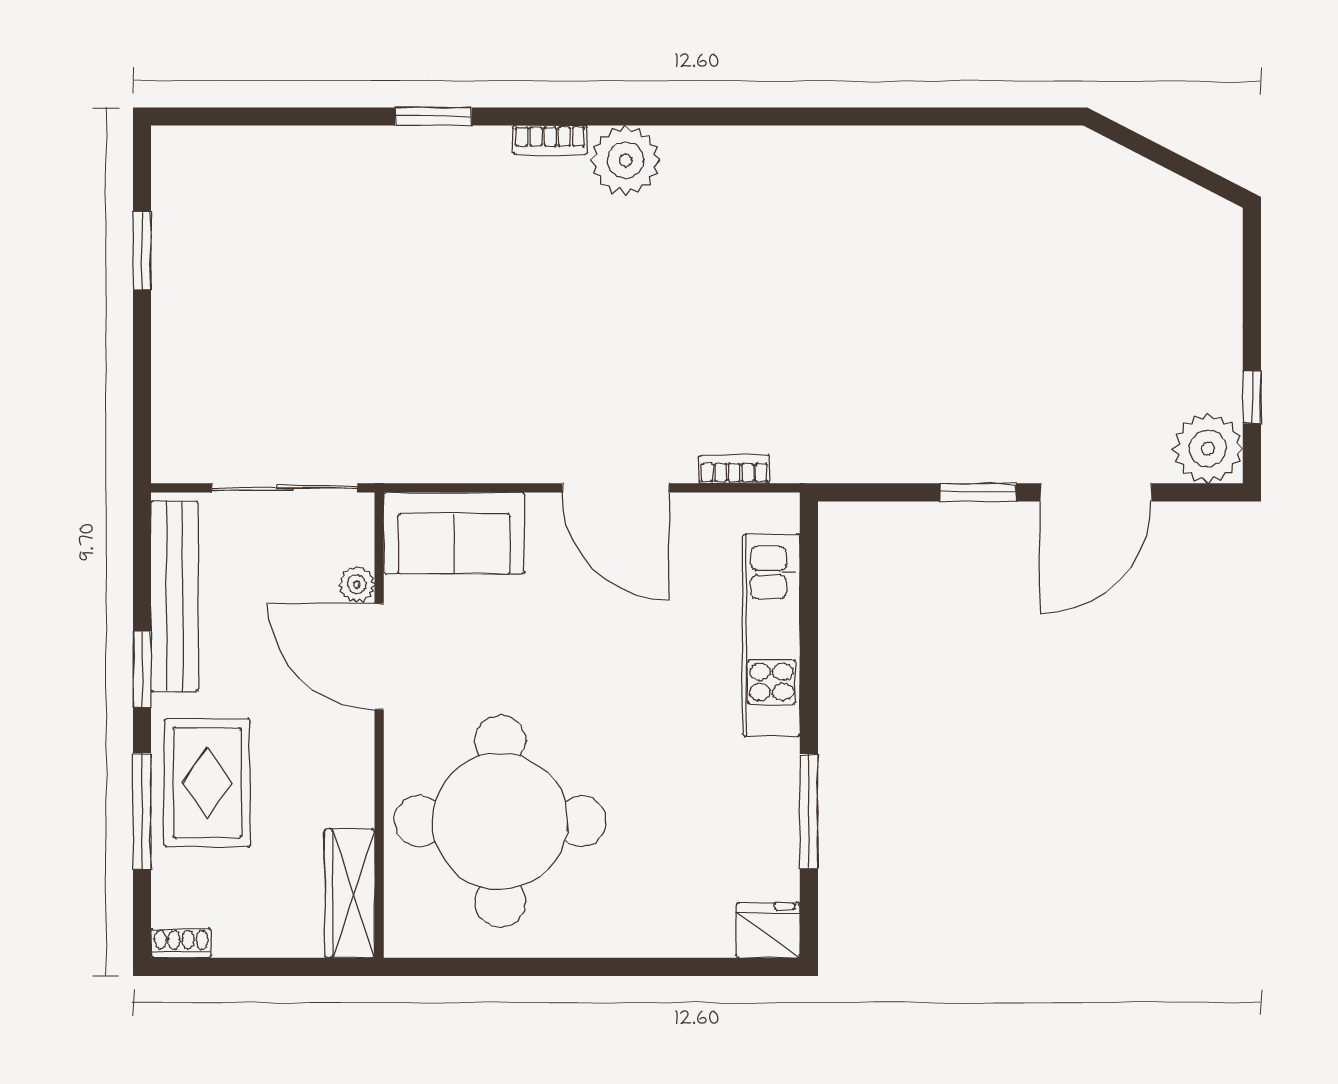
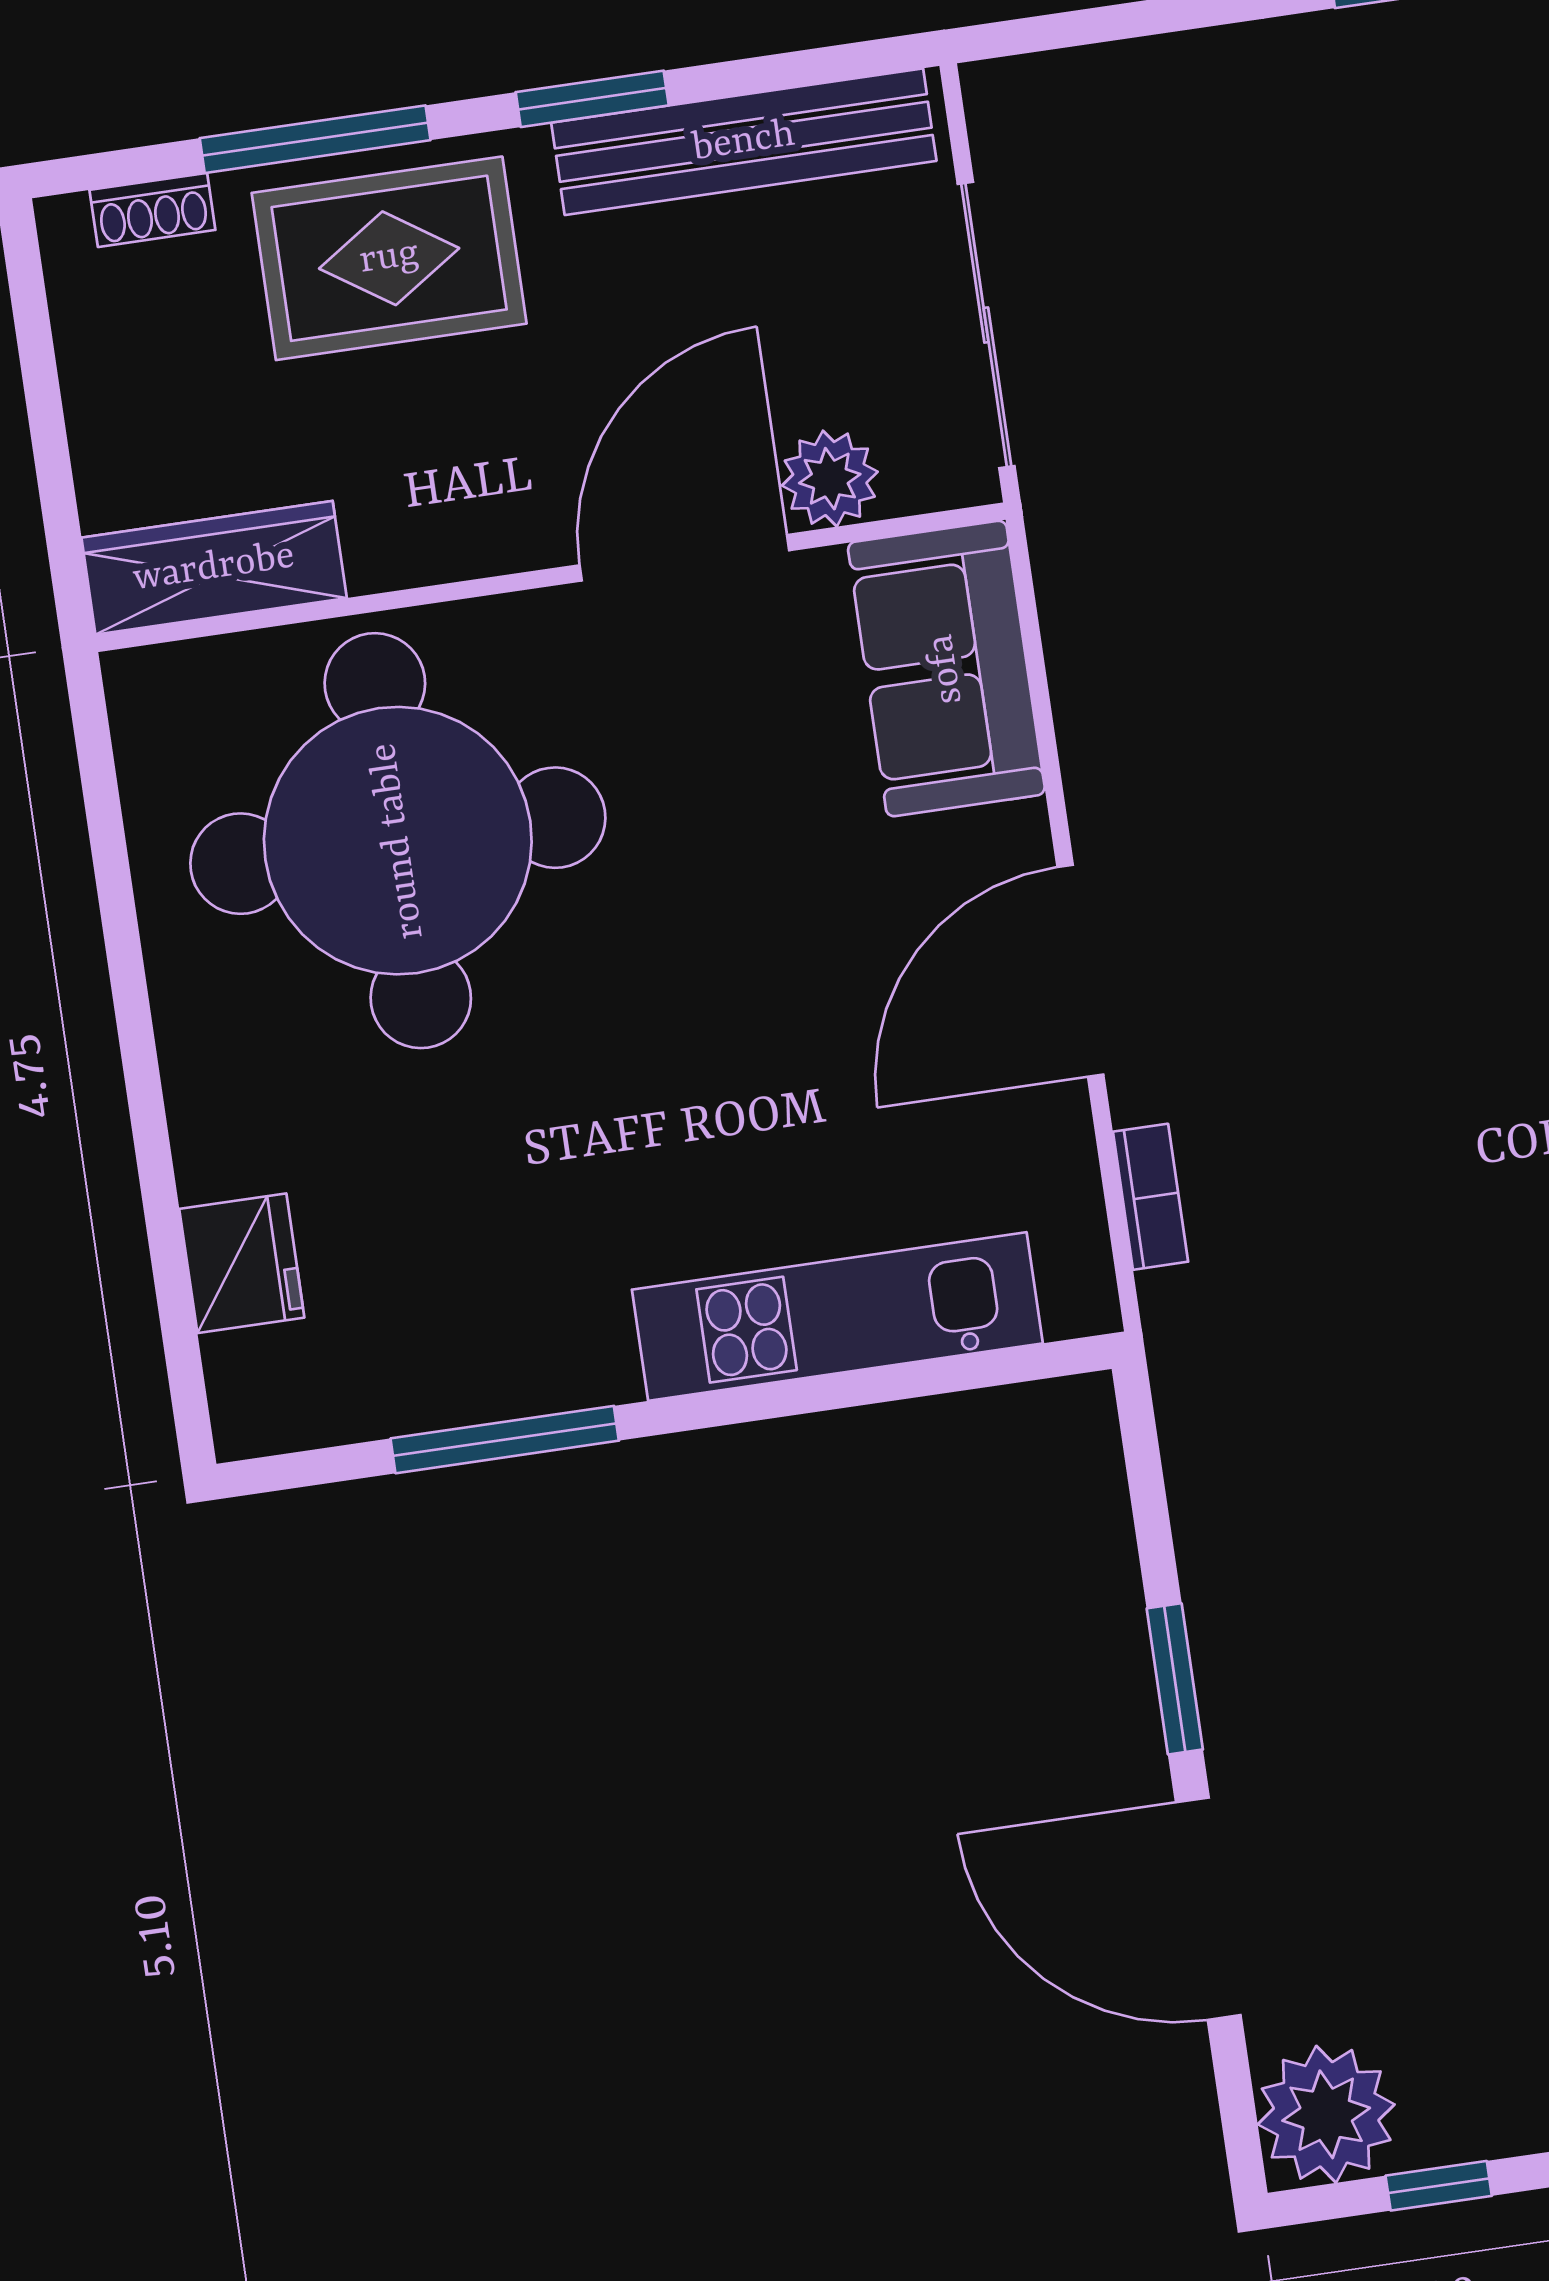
plant: (357, 584) -> (830, 479), width x1.38, depth x1.38
fridge: (768, 930) -> (242, 1263), moved
shoe rack: (181, 943) -> (152, 210), moved, turned 90

